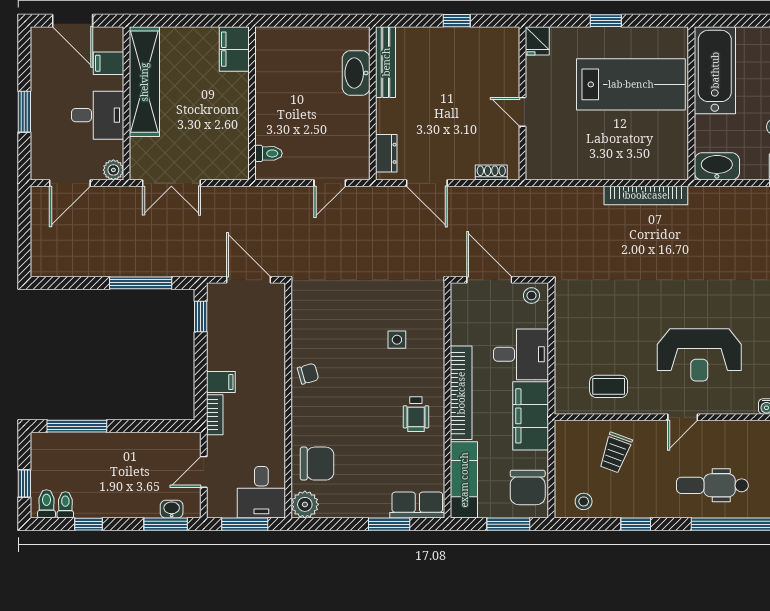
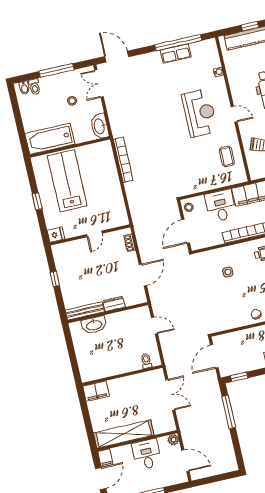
filing cabinet: (108, 63) -> (105, 458), moved
dresser: (386, 153) -> (114, 304), moved
double door: (171, 183) -> (170, 395), moved

